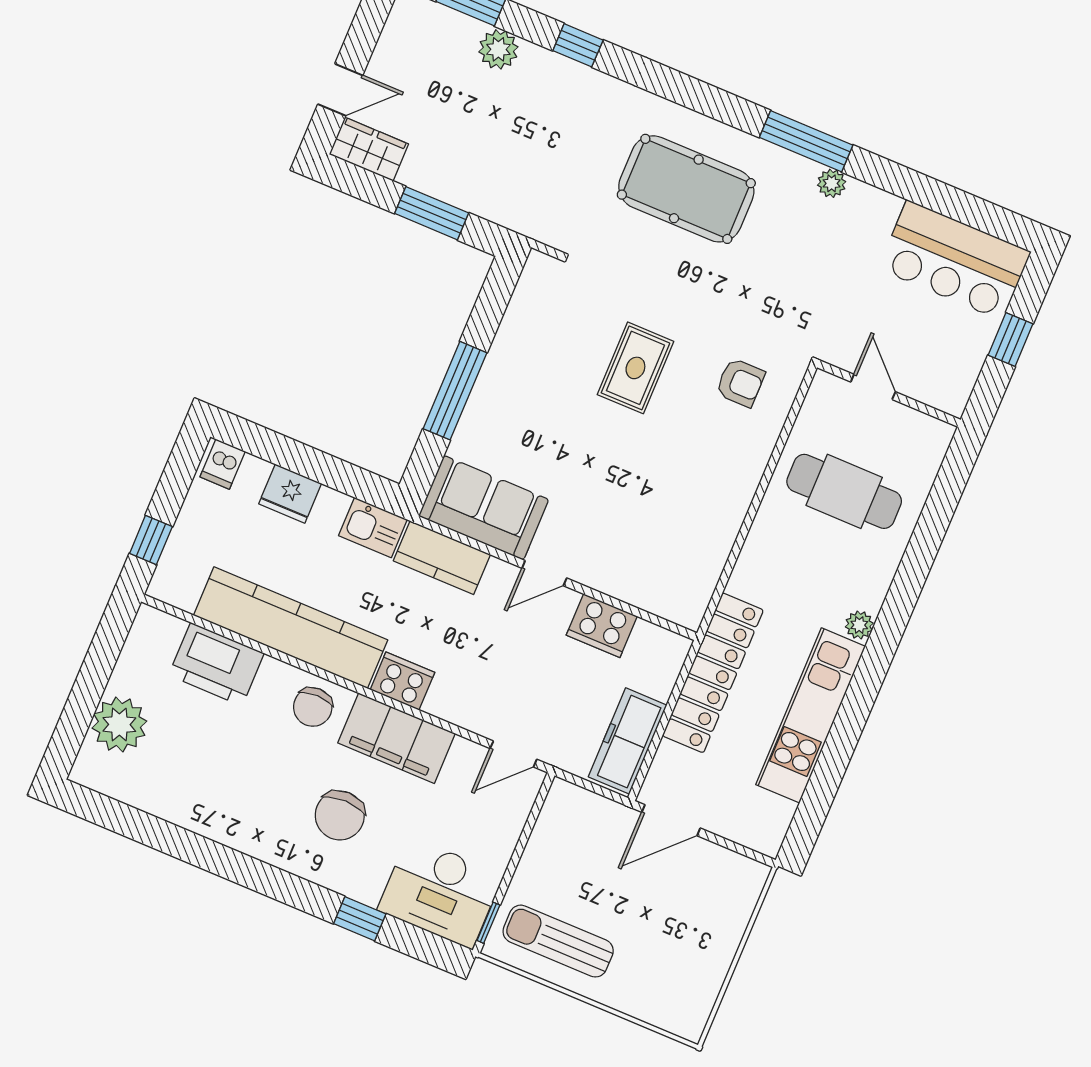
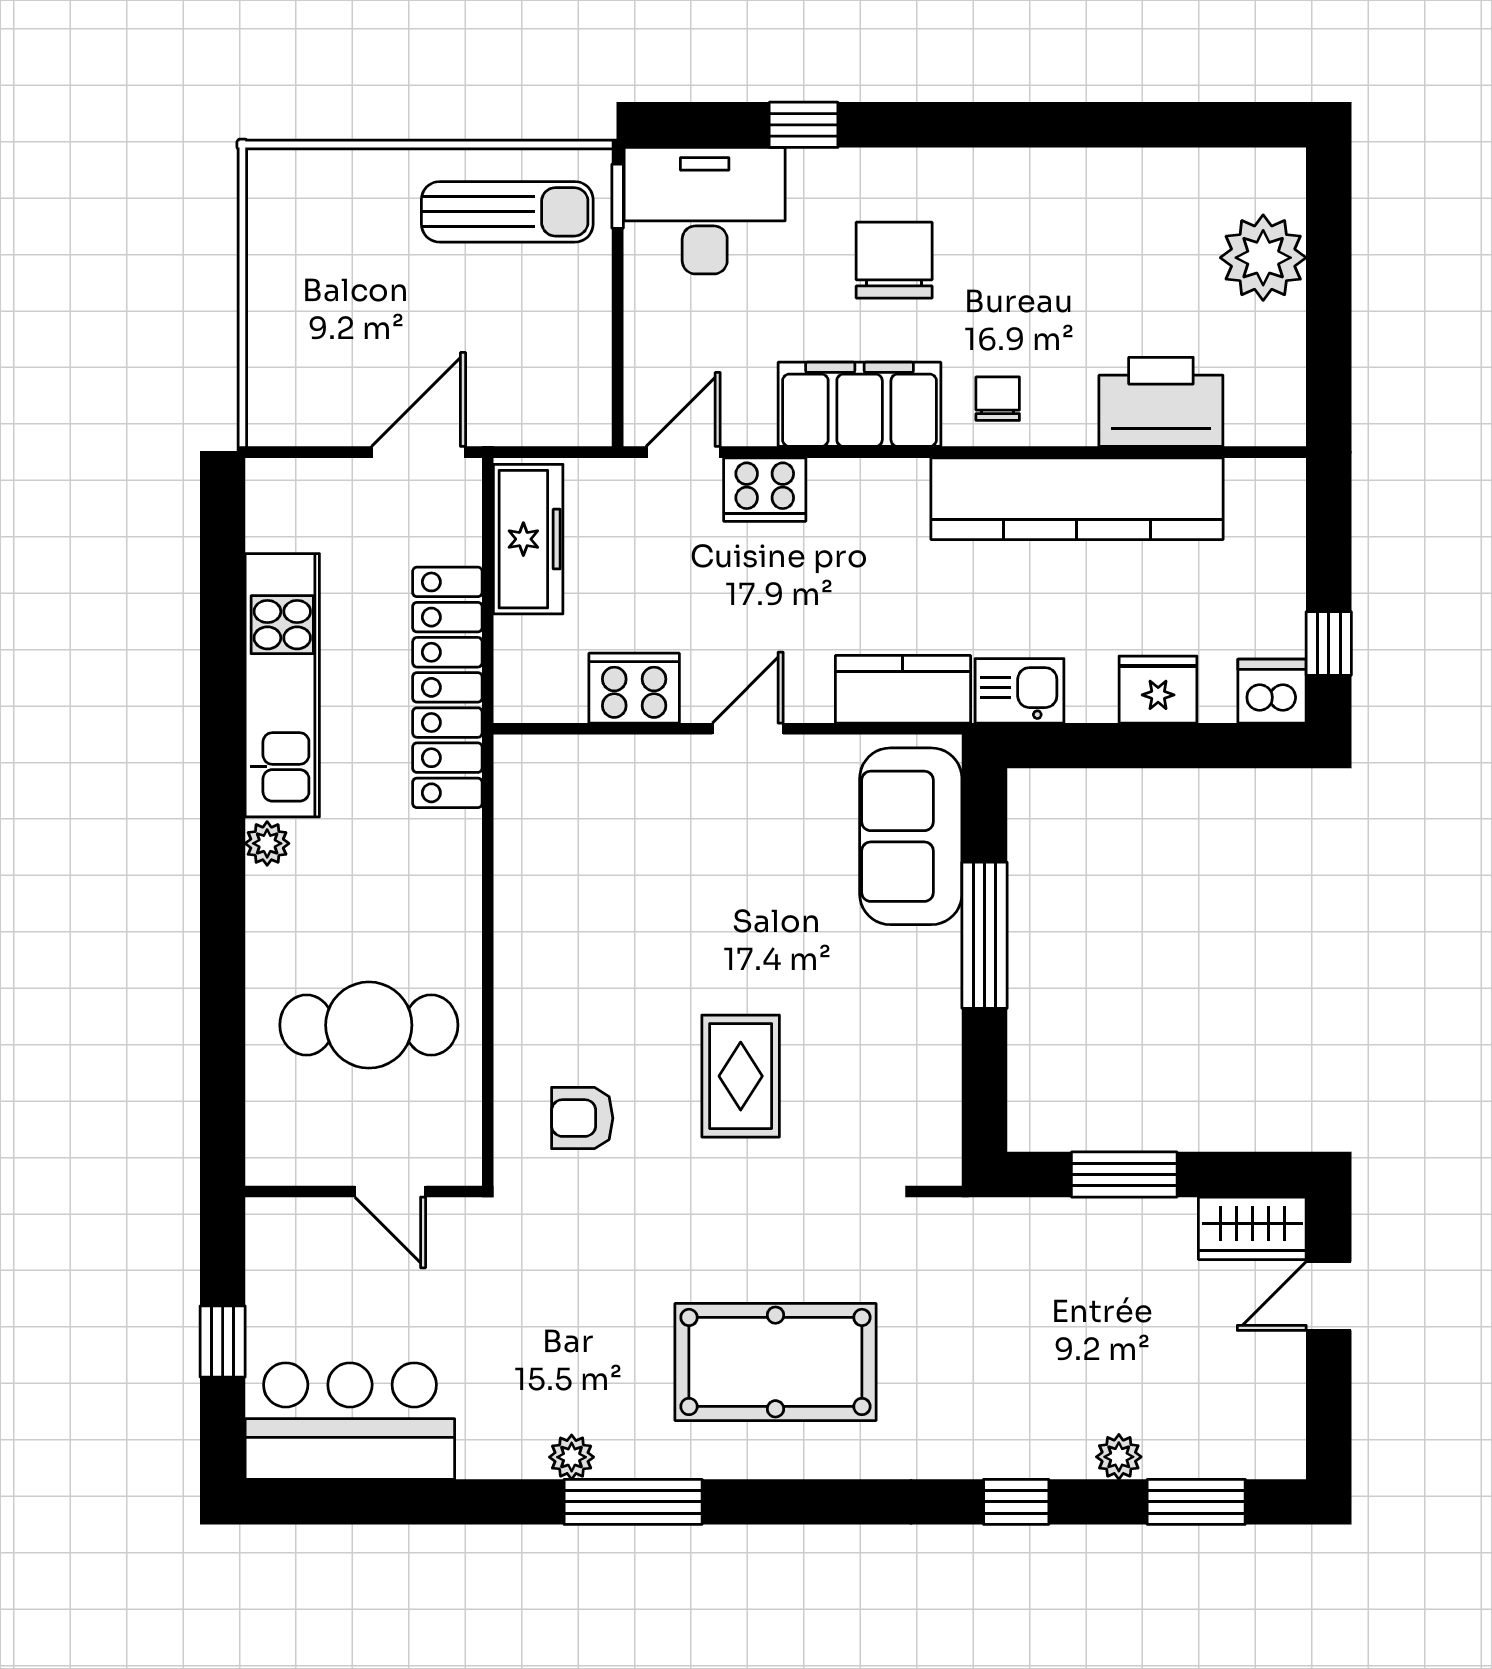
plant: (498, 49) -> (1119, 1457), width x0.73, depth x0.73
dishwasher: (223, 464) -> (1272, 691), width x1.38
sofa: (484, 508) -> (911, 836), moved, turned 90
window: (151, 540) -> (1329, 643), moved
cooker: (402, 681) -> (765, 490), moved
chair: (313, 707) -> (998, 399), width x0.73, depth x0.73

